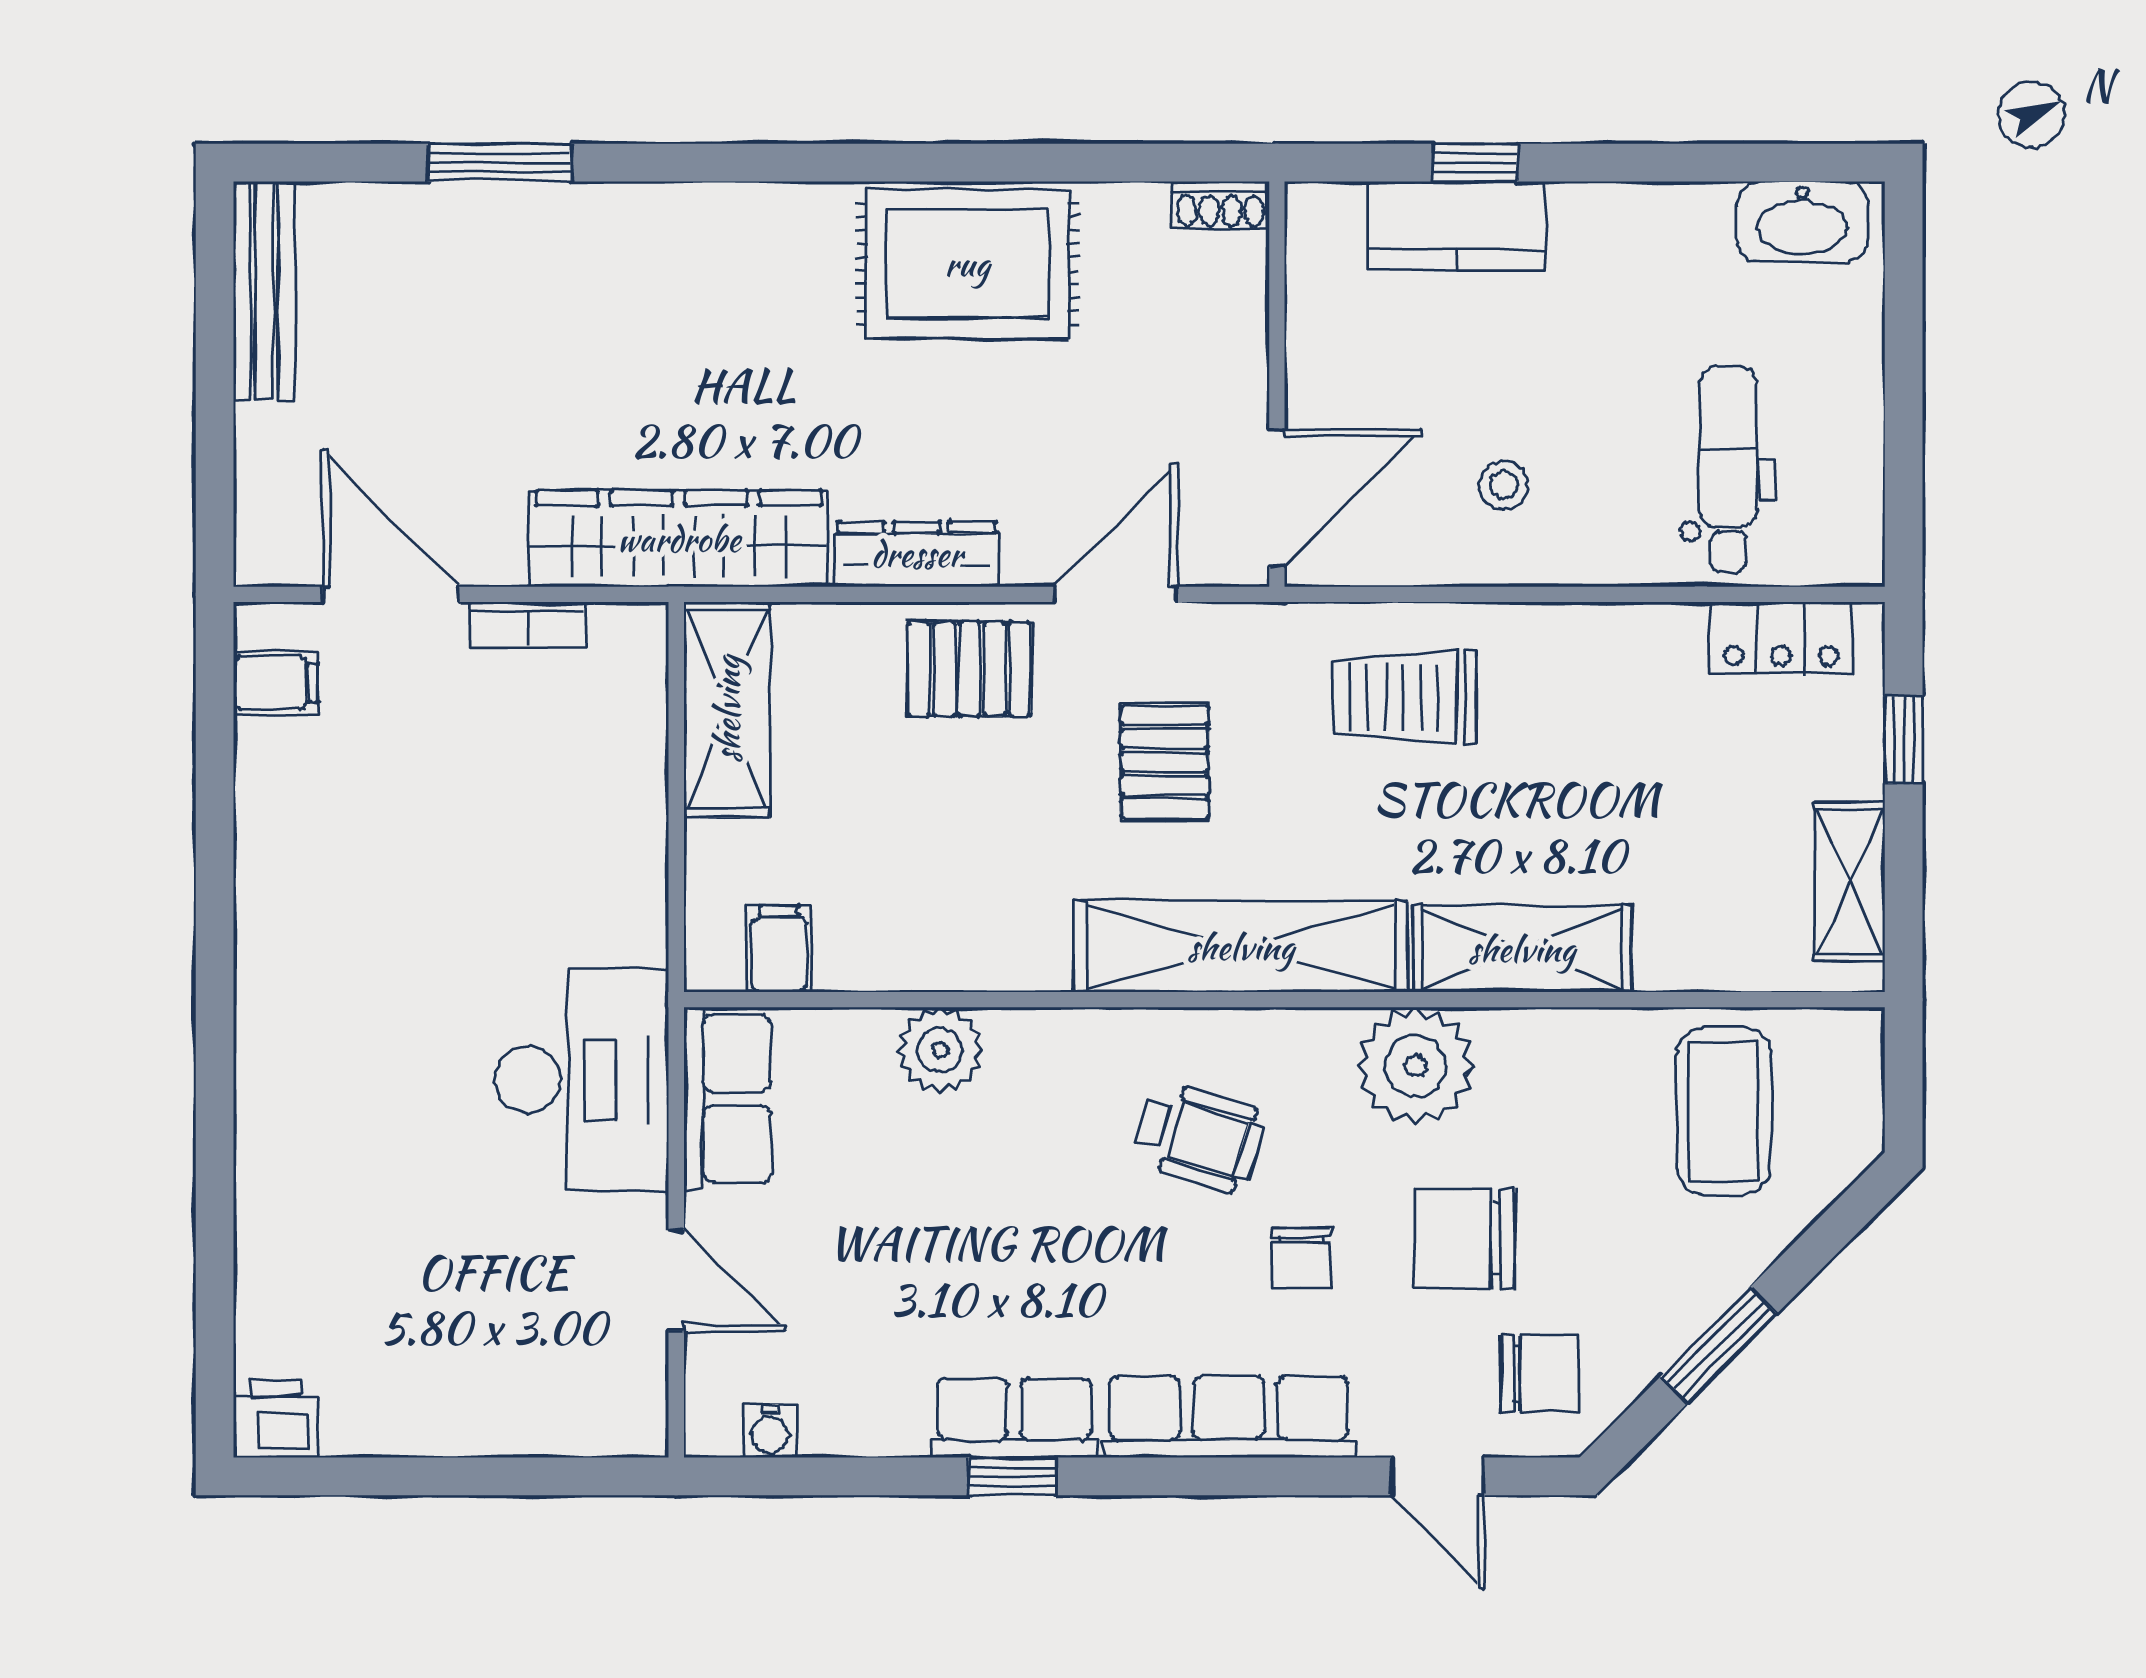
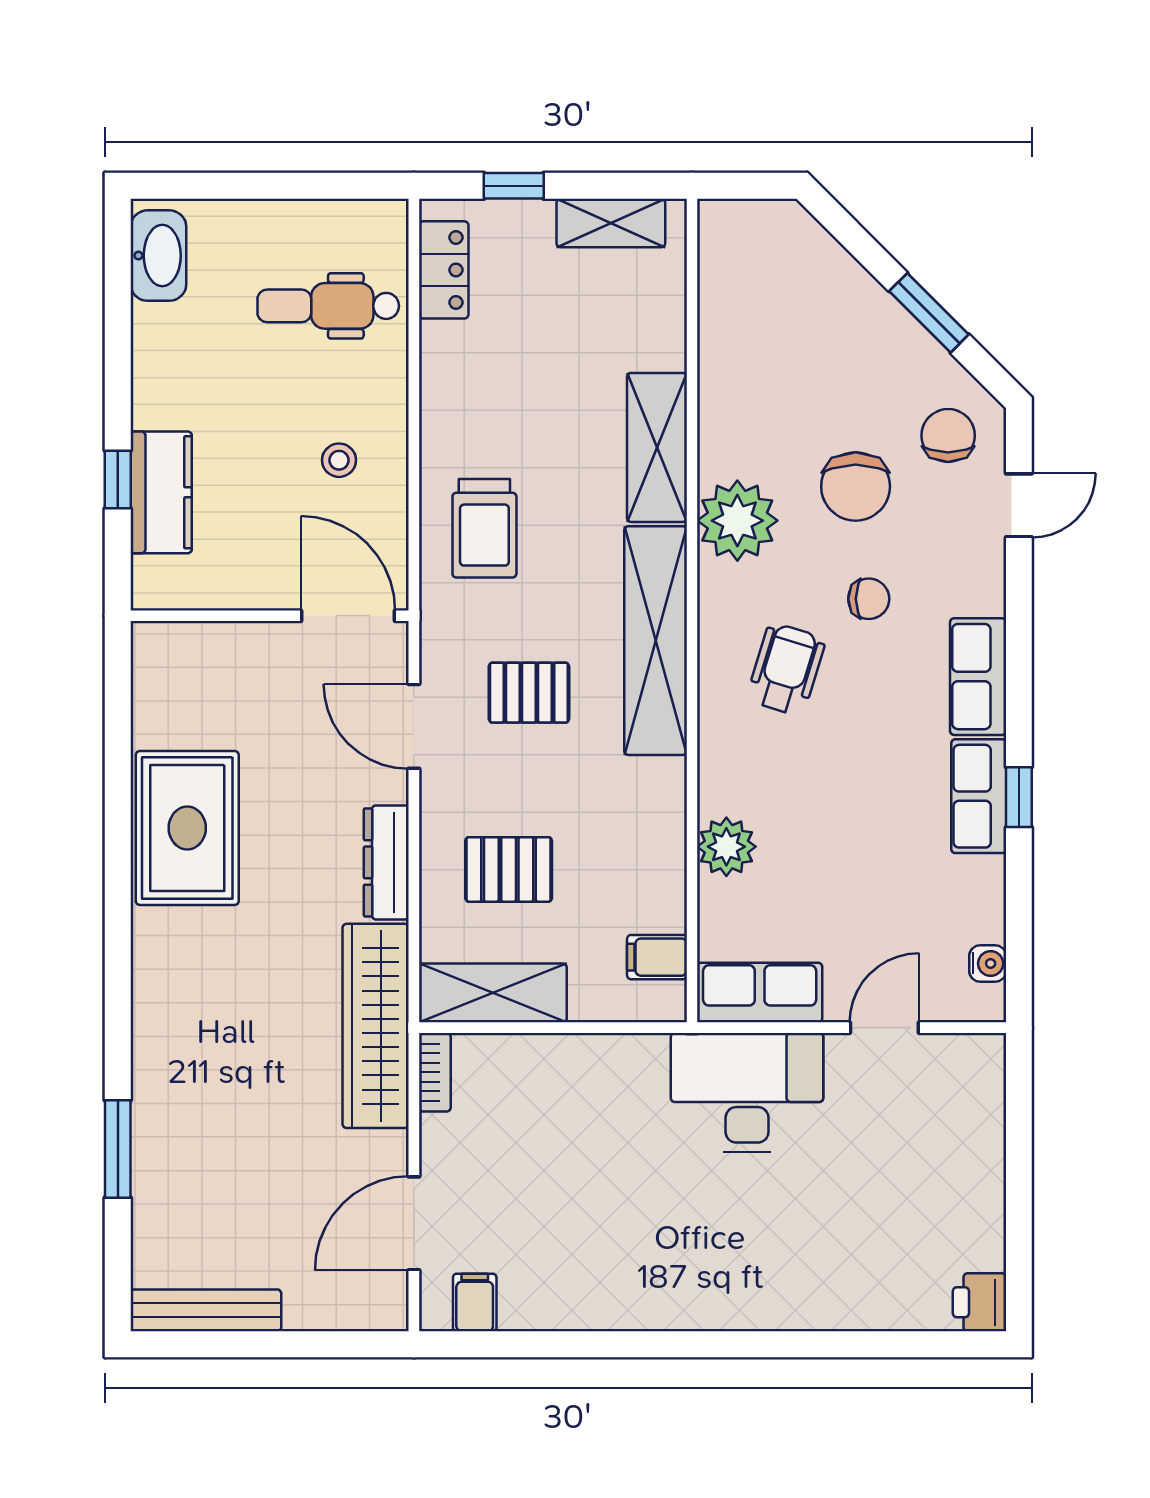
shoe rack: (1220, 205) -> (147, 654), removed
bookcase: (528, 625) -> (435, 1072), moved
pallet: (969, 669) -> (509, 869), moved, turned 90
coffee table: (1723, 1111) -> (768, 309), removed
row of seats: (1229, 1417) -> (978, 677), width x0.68

